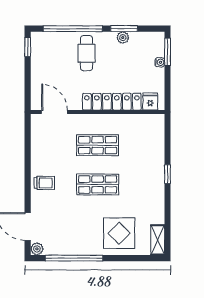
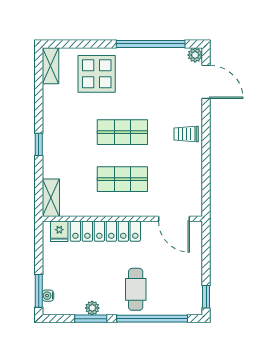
water cooler: (160, 62) -> (48, 296), moved
shelving: (157, 130) -> (51, 198), added

